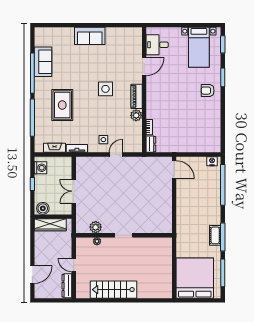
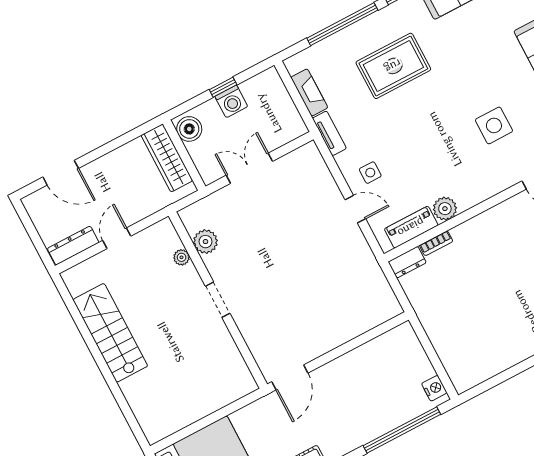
side table: (106, 89) -> (494, 125), moved
piano: (137, 96) -> (411, 227), moved
washing machine: (40, 168) -> (231, 101), moved
door: (174, 170) -> (290, 377), moved

